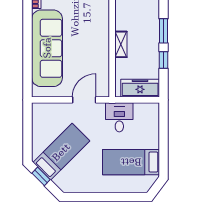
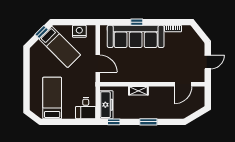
window: (28, 47) -> (137, 22), added
window: (163, 60) -> (114, 122), moved
desk: (119, 117) -> (86, 108), moved, turned 90
nightstand: (40, 125) -> (79, 31), added

